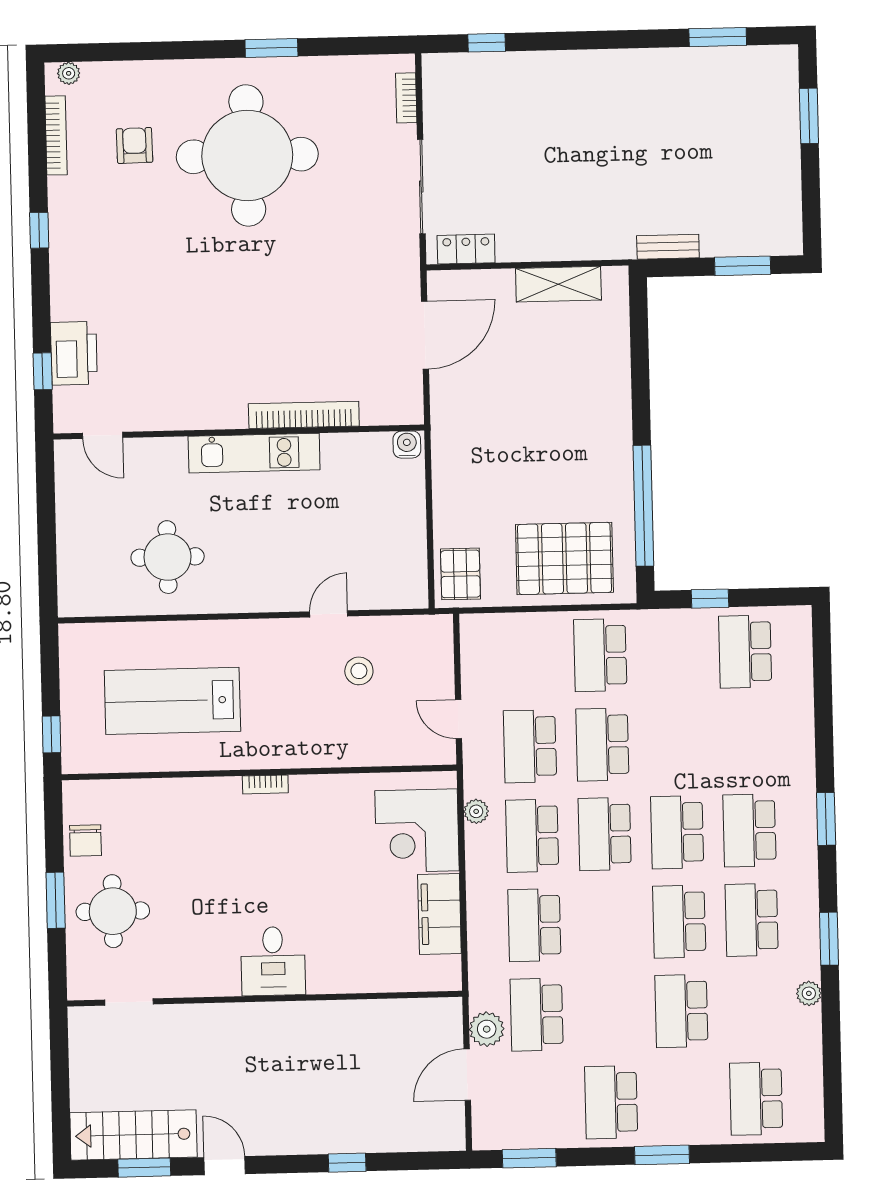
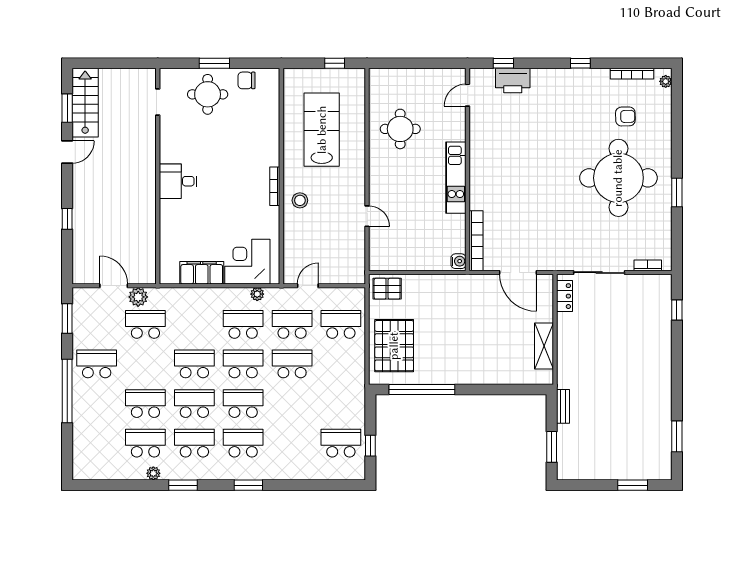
bookcase: (304, 415) -> (476, 241), moved
window: (710, 599) -> (370, 446), moved
school desk: (600, 655) -> (341, 324), moved
stool: (359, 671) -> (300, 200), moved
window: (52, 734) -> (335, 63), moved
bookcase: (265, 784) -> (275, 186), width x1.56
school desk: (534, 925) -> (194, 364), moved
school desk: (756, 1099) -> (145, 443), moved
window: (662, 1155) -> (67, 391), width x2.11

